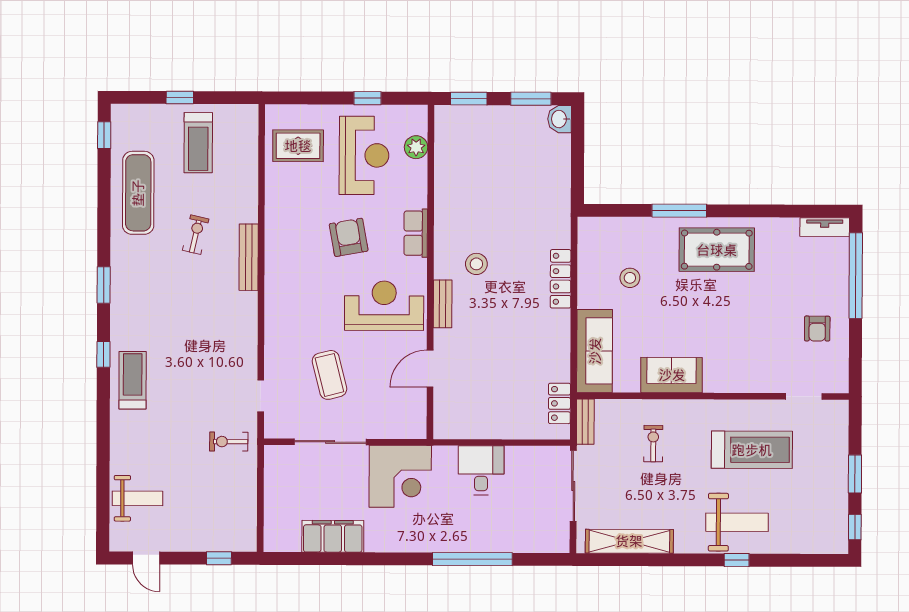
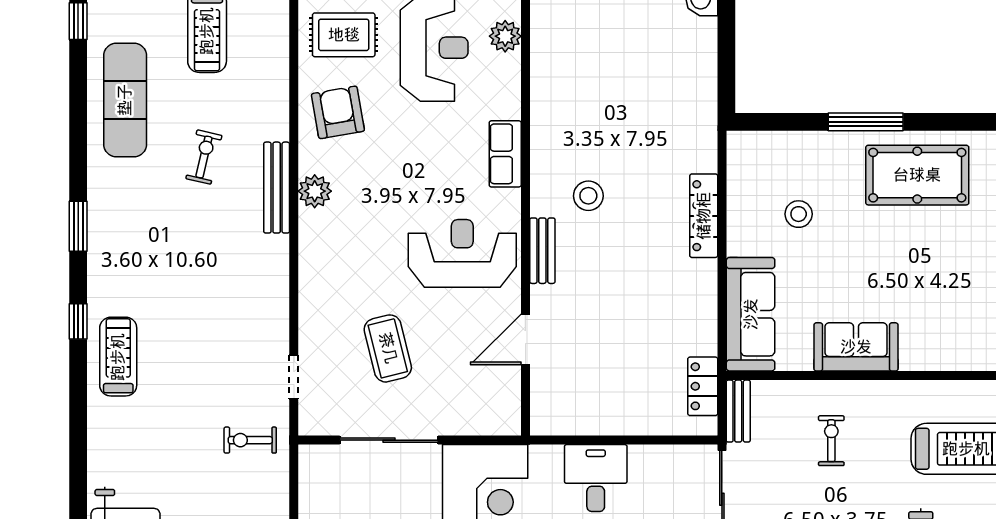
armchair: (349, 237) -> (338, 112), moved
plant: (277, 260) -> (315, 191), added

